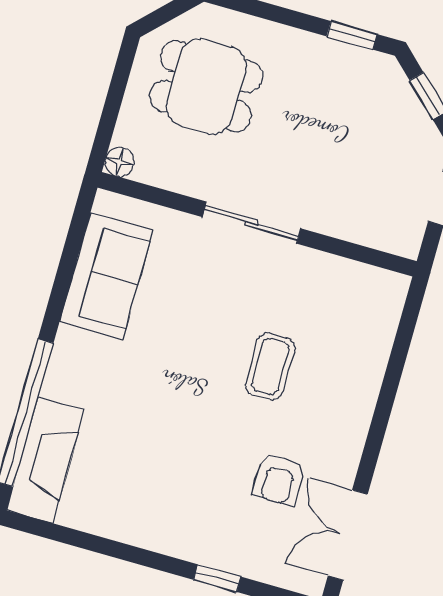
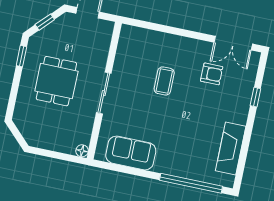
dining table: (206, 86) -> (56, 81), moved
coffee table: (270, 366) -> (164, 81), turned 90
fireplace: (46, 460) -> (231, 149), moved, turned -90

